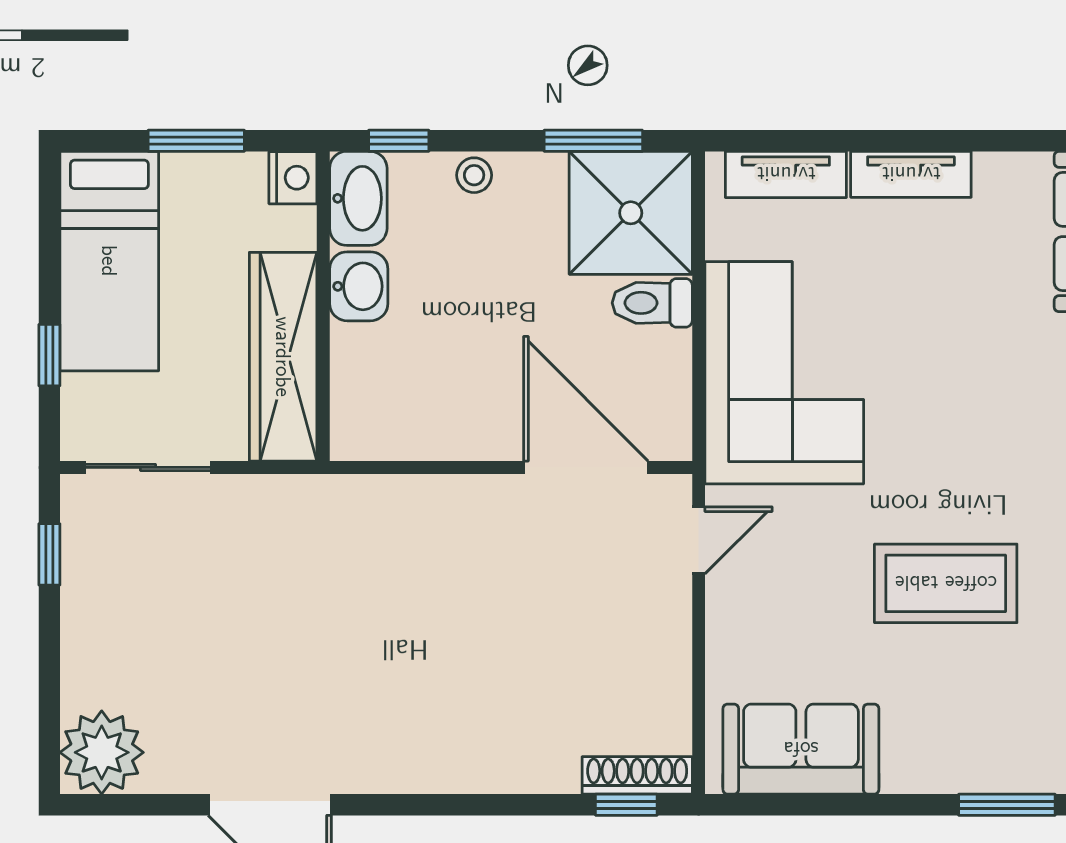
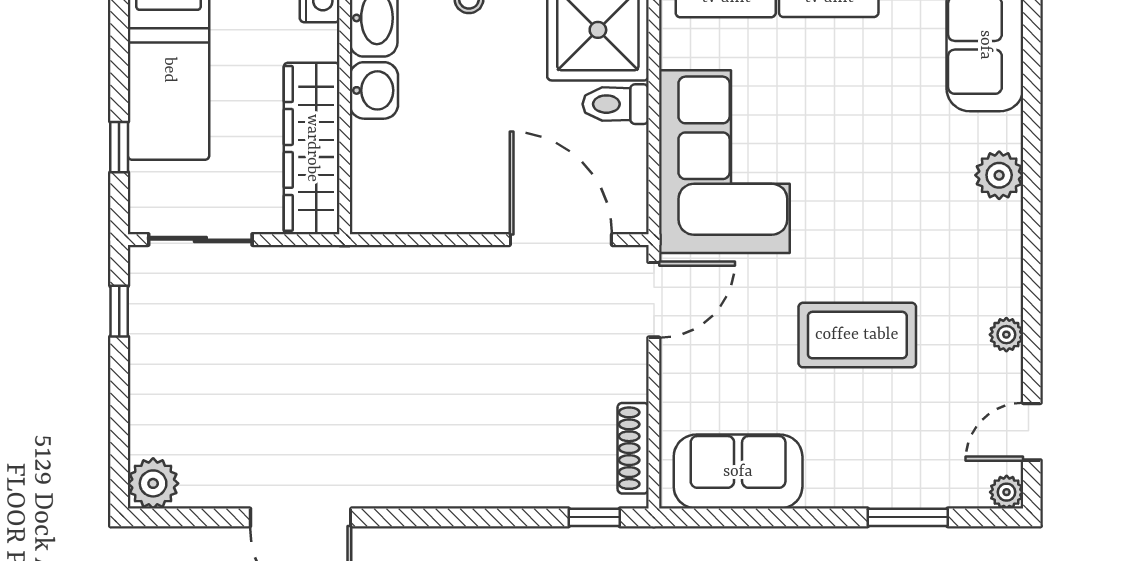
door: (699, 540) -> (654, 300), width x1.38
plant: (102, 752) -> (153, 483), width x0.73, depth x0.73
shoe rack: (637, 775) -> (633, 448), moved, turned -90

